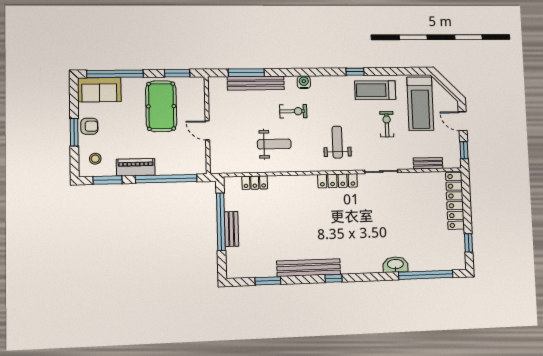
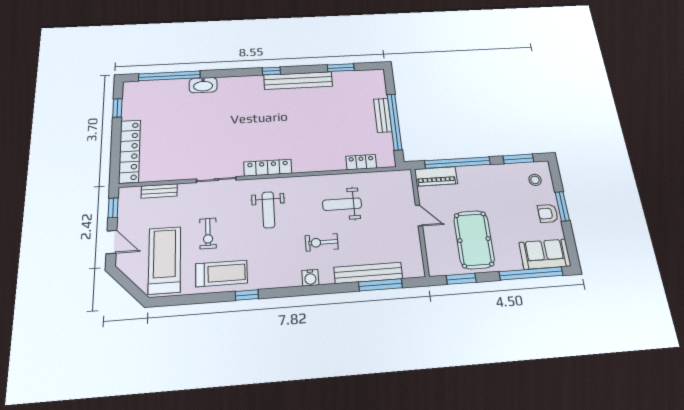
piano: (136, 167) -> (436, 176), moved

